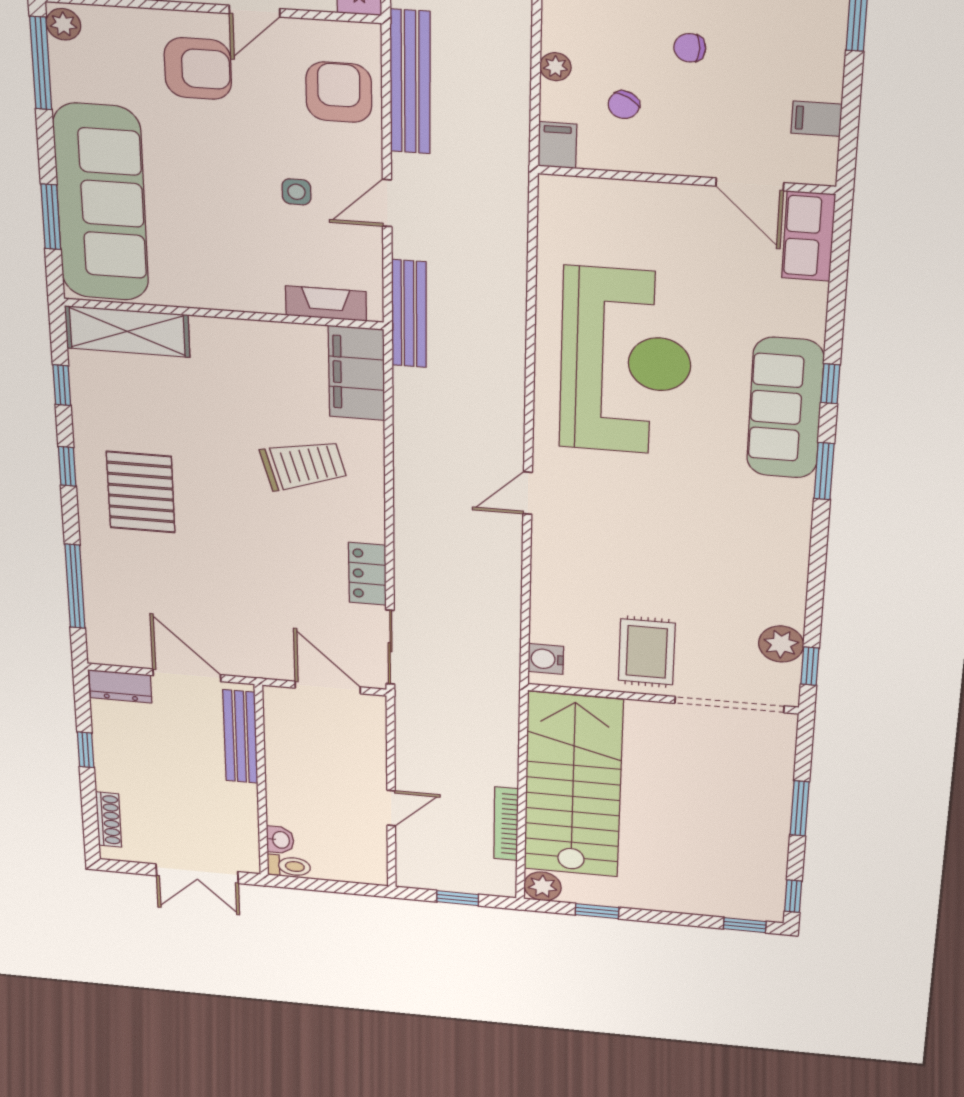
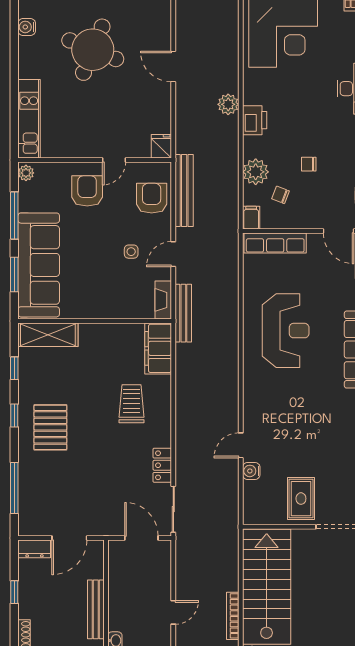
window: (41, 63) -> (14, 215), moved
plant: (555, 67) -> (256, 172), width x1.87, depth x1.87
armchair: (198, 69) -> (87, 191), turned -90
chair: (624, 105) -> (281, 195), turned 81
row of seats: (609, 197) -> (275, 243), added
fireplace: (326, 303) -> (163, 300), moved, turned -90
reception desk: (626, 362) -> (286, 331), width x0.74, depth x0.77
trolley: (303, 465) -> (132, 404), turned -75
door: (528, 493) -> (241, 445), moved
water cooler: (546, 659) -> (251, 471), moved
door: (187, 675) -> (69, 538), swing flipped
bench: (240, 737) -> (96, 609), moved

